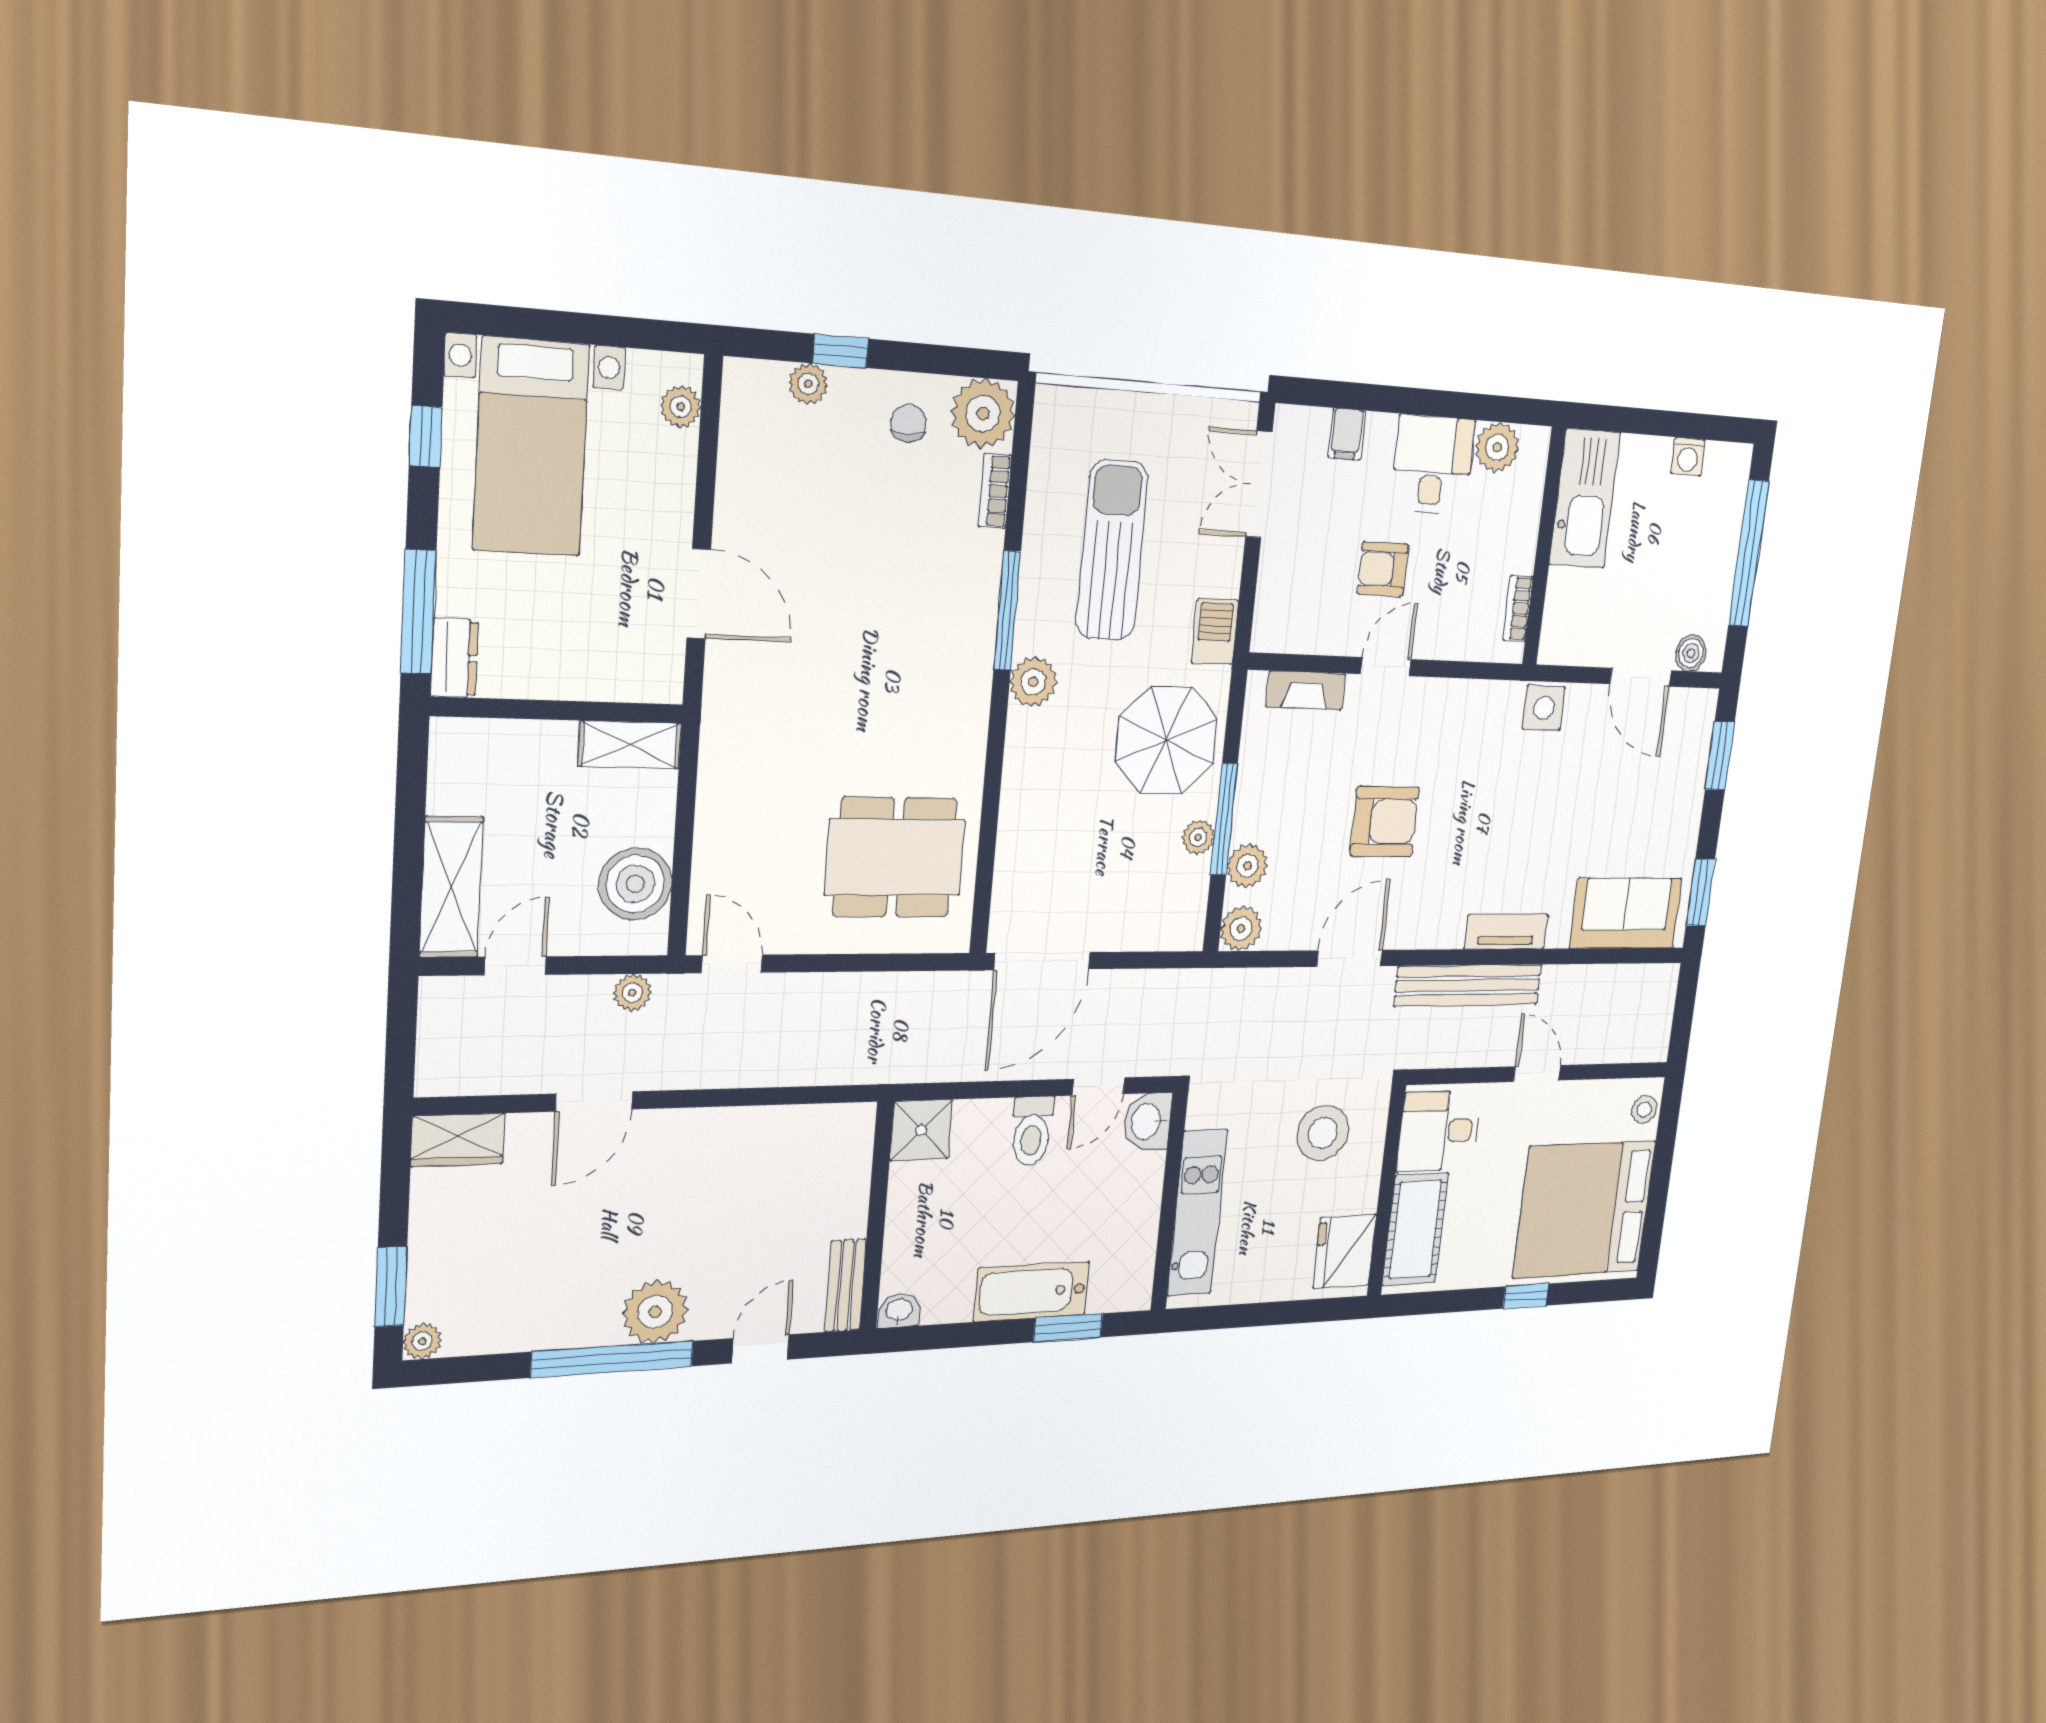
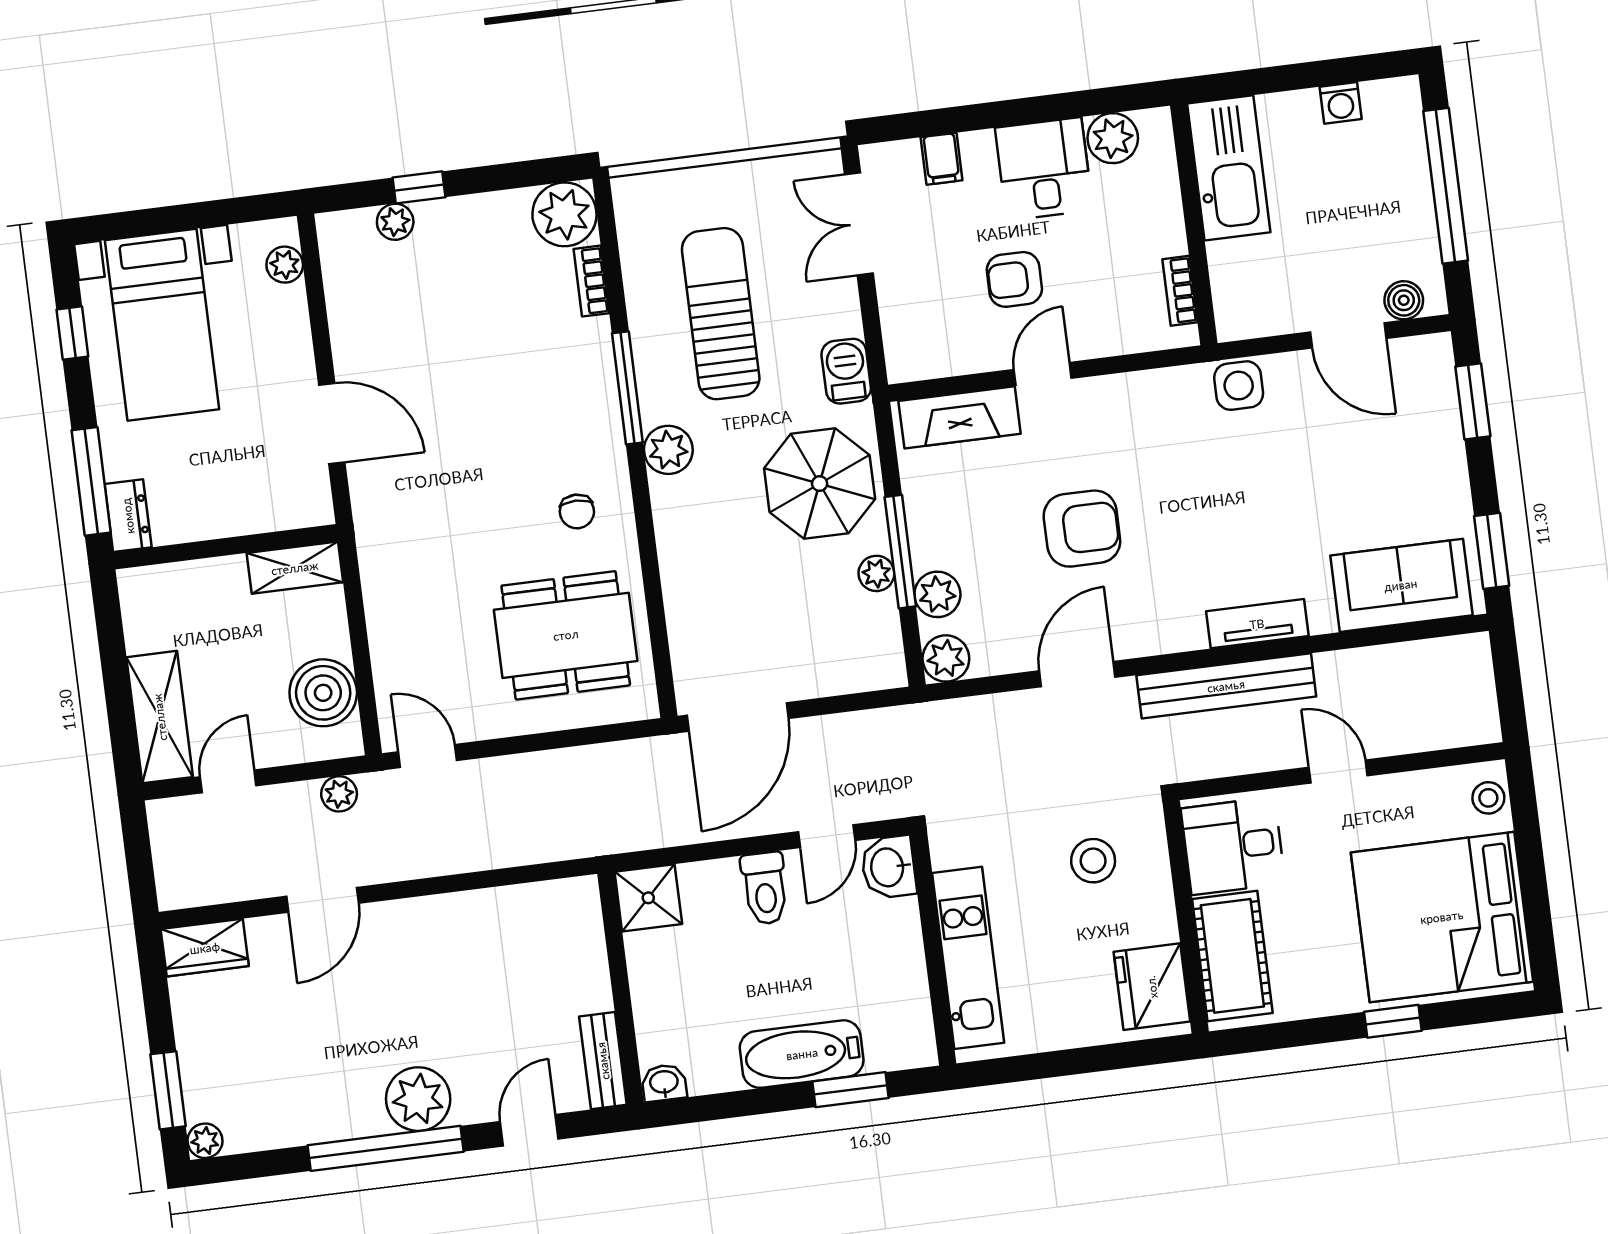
chair: (908, 423) -> (577, 511), moved, turned 180
fireplace: (1306, 690) -> (960, 417), width x1.37, depth x1.32
stool: (1323, 1133) -> (1093, 861), width x0.73, depth x0.73

